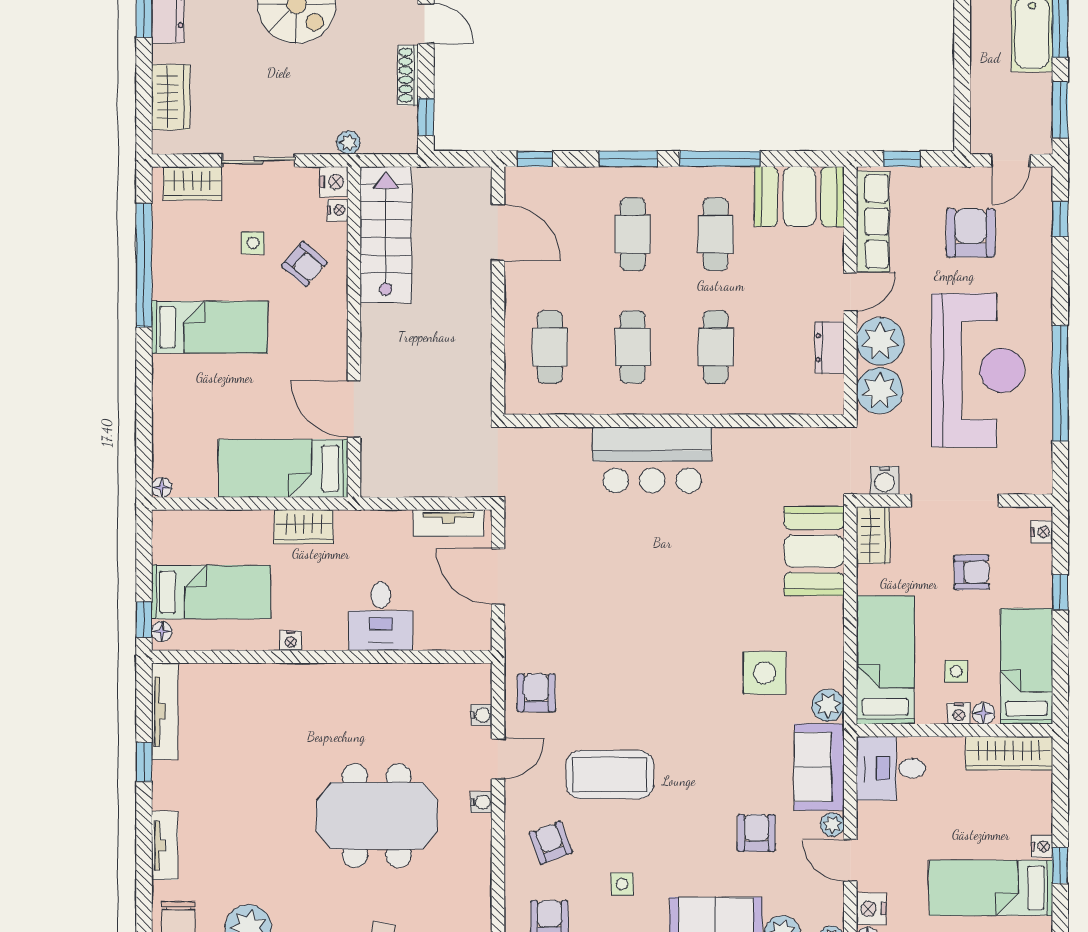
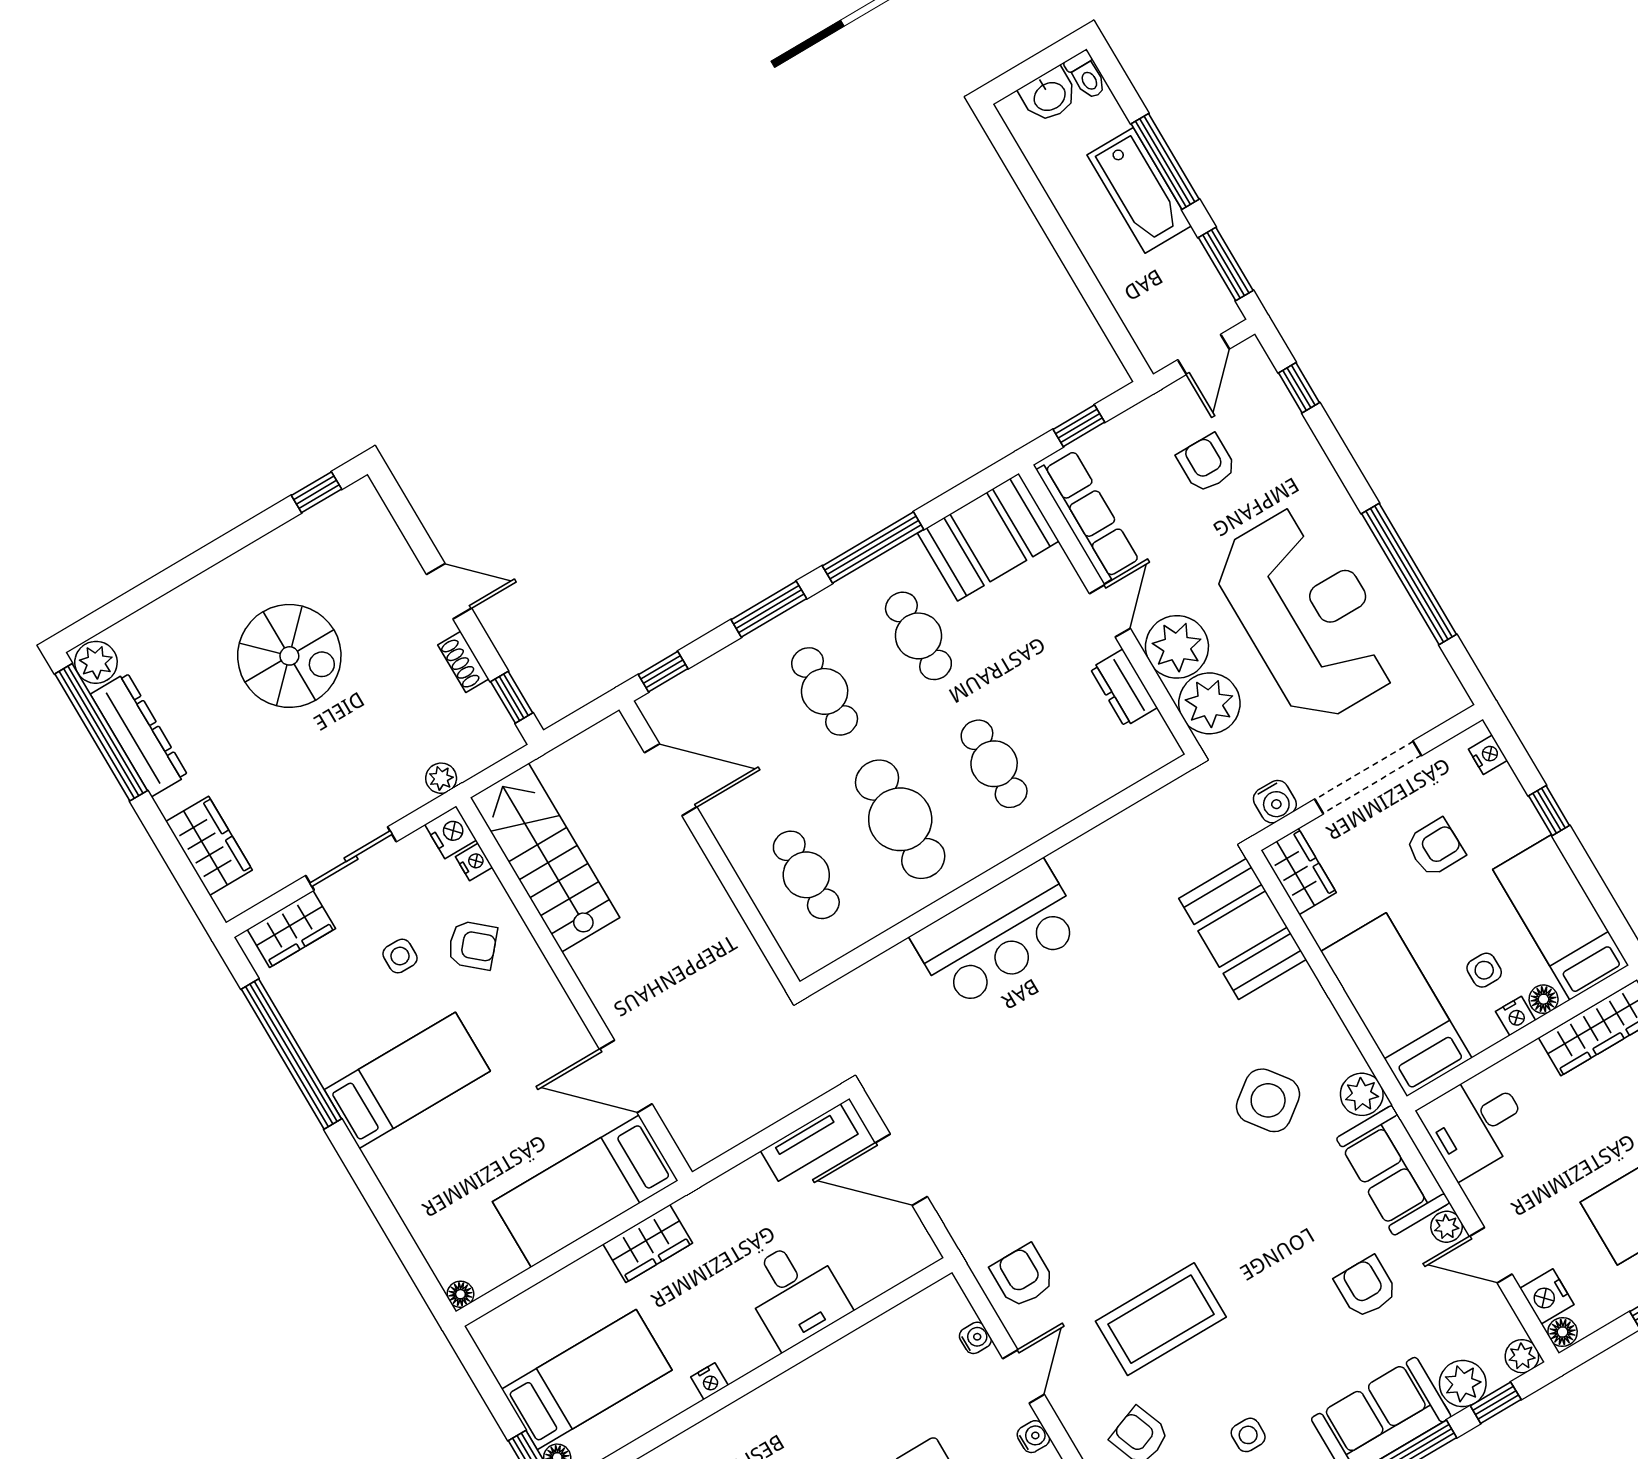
shoe rack: (408, 75) -> (463, 662), width x0.70
armchair: (971, 233) -> (1207, 463), width x0.72, depth x0.72
cafe table: (633, 347) -> (900, 819), width x1.37, depth x1.35
side table: (764, 673) -> (1268, 1100), turned -37

